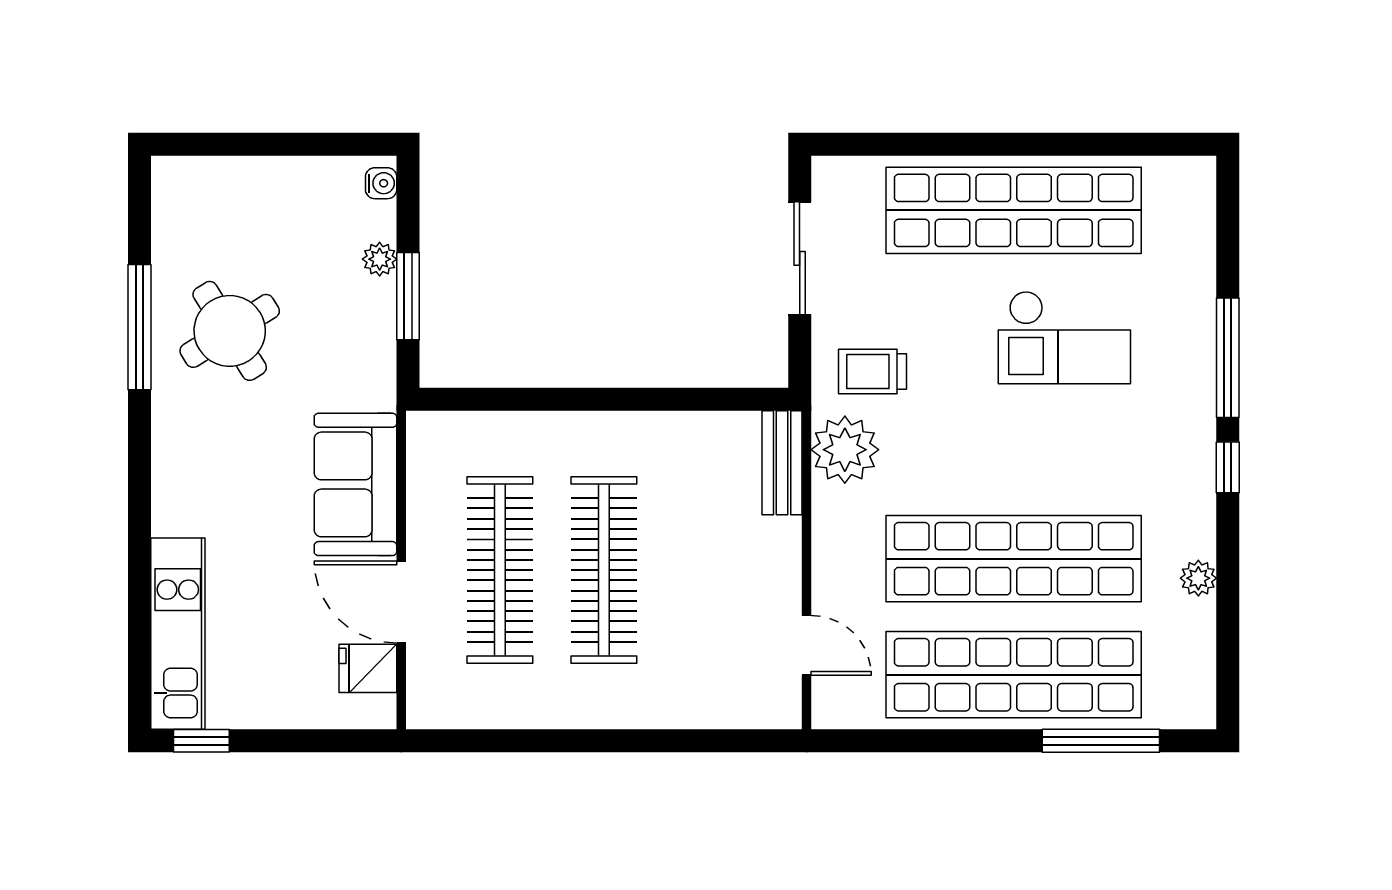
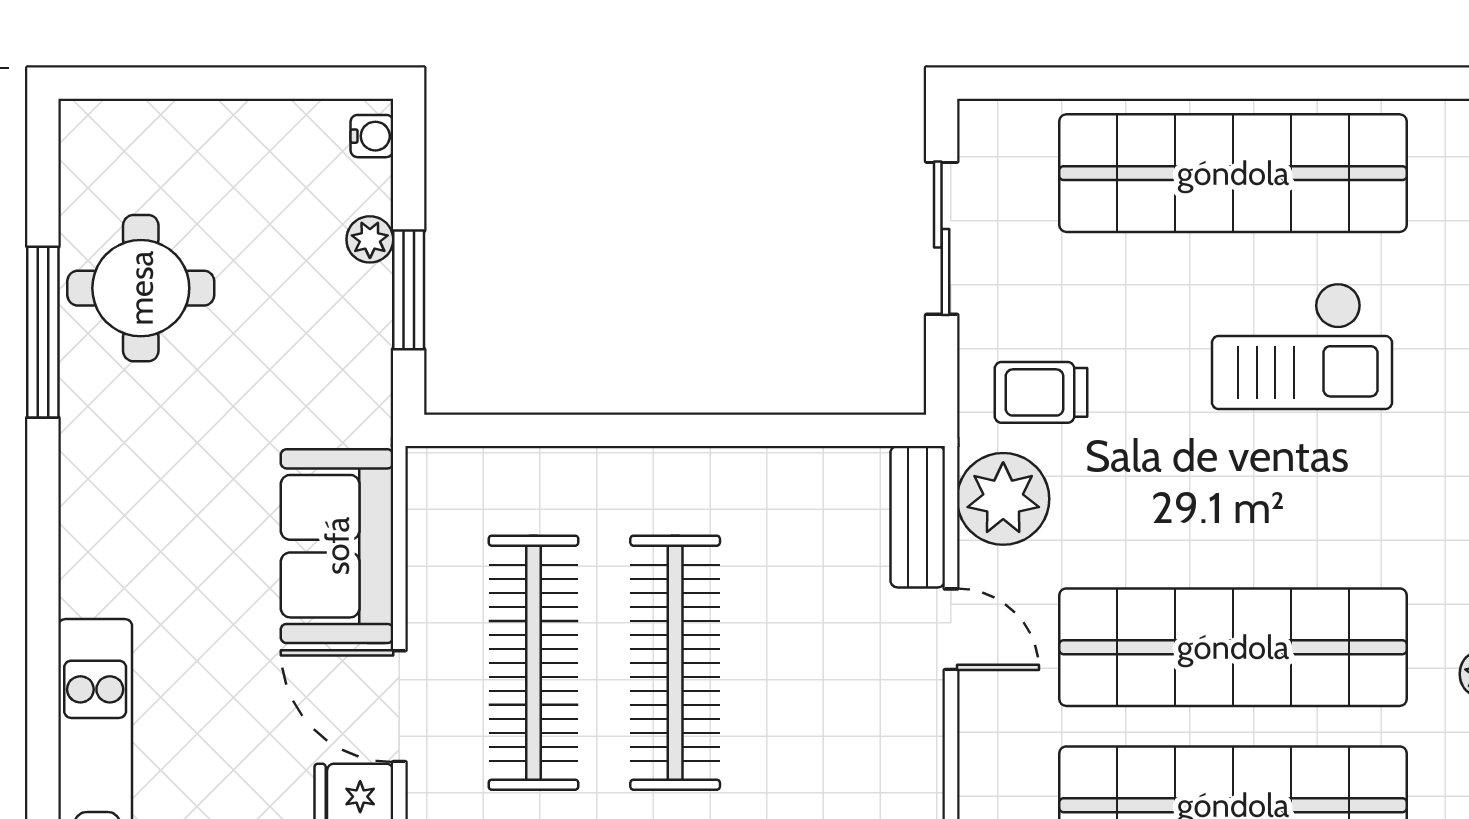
round table: (230, 331) -> (141, 288), moved, turned 32
door: (806, 645) -> (951, 629), moved

